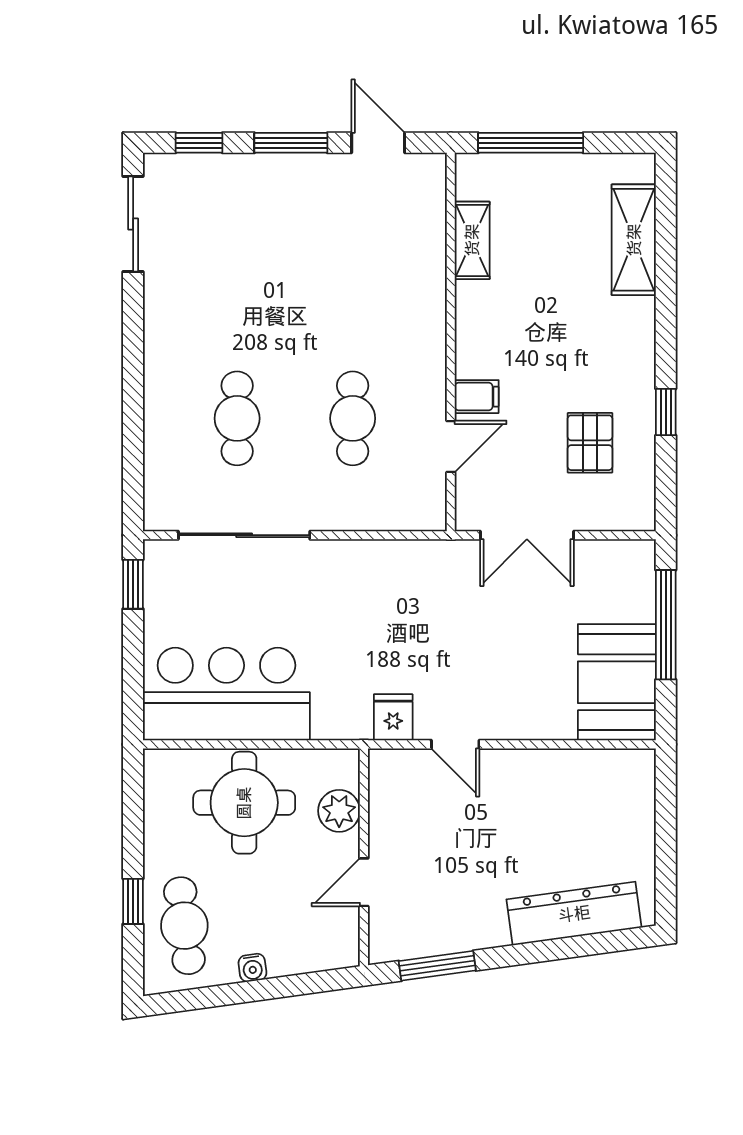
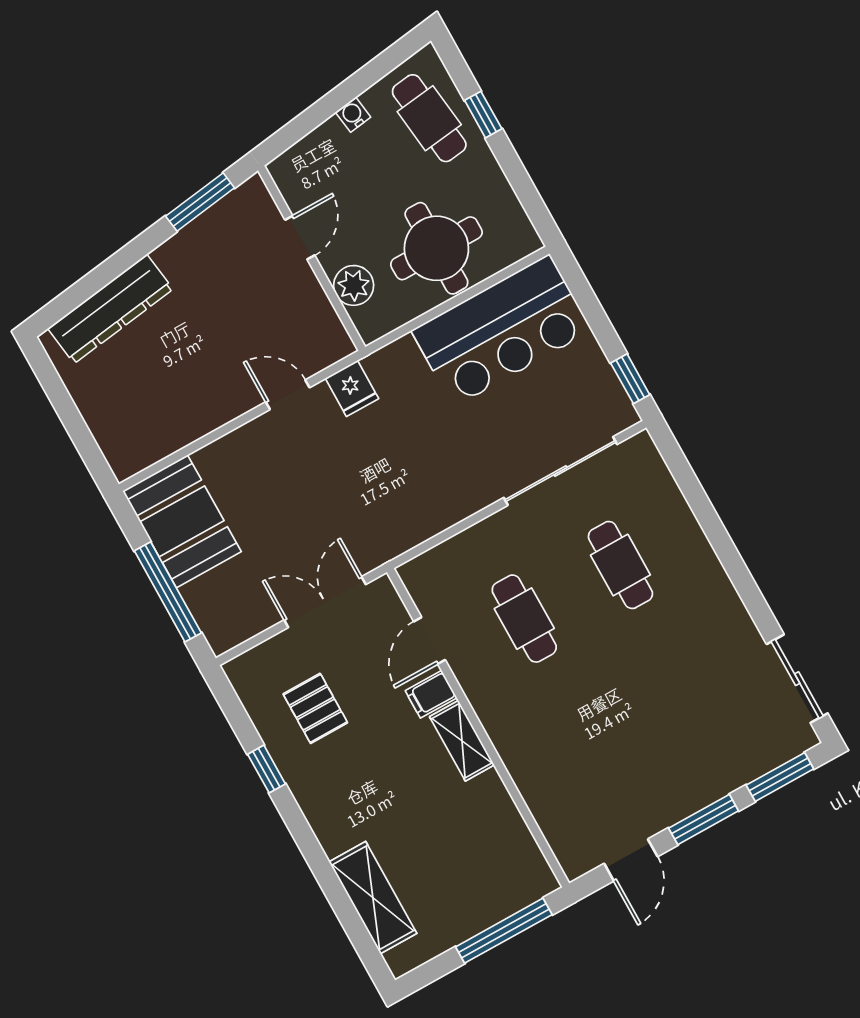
window: (199, 143) -> (780, 777), width x1.50
door: (378, 143) -> (631, 860), hinge flipped
shelving: (472, 240) -> (462, 741), moved

